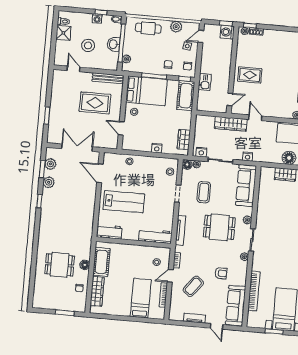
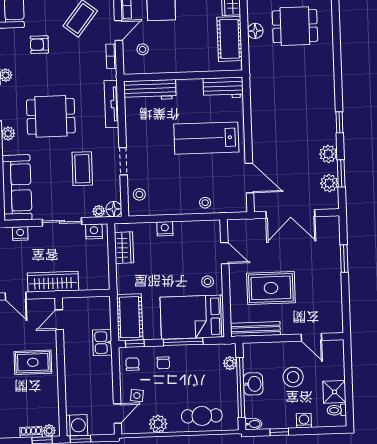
washing machine: (97, 18) -> (304, 421), moved

